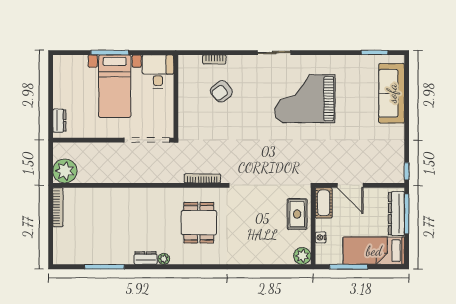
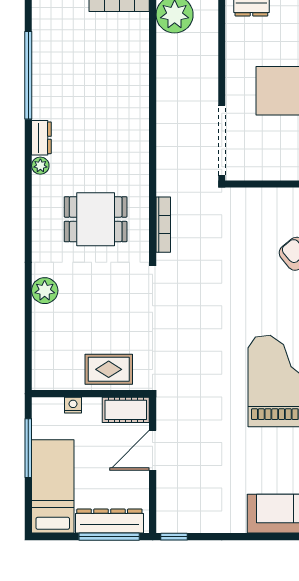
plant: (302, 256) -> (45, 291), moved
window: (105, 267) -> (28, 75), width x1.46

